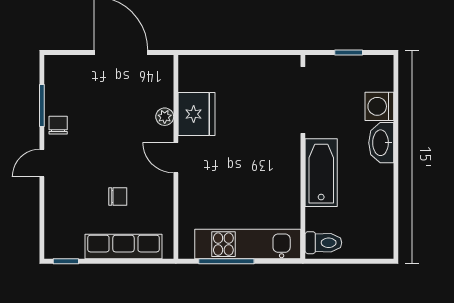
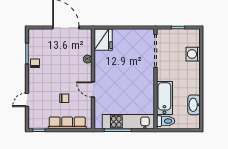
fridge: (196, 114) -> (103, 40), moved
washbasin: (381, 143) -> (194, 105), moved
door: (176, 158) -> (93, 90), moved
door: (42, 163) -> (27, 100), moved
bathtub: (321, 173) -> (164, 98), moved

